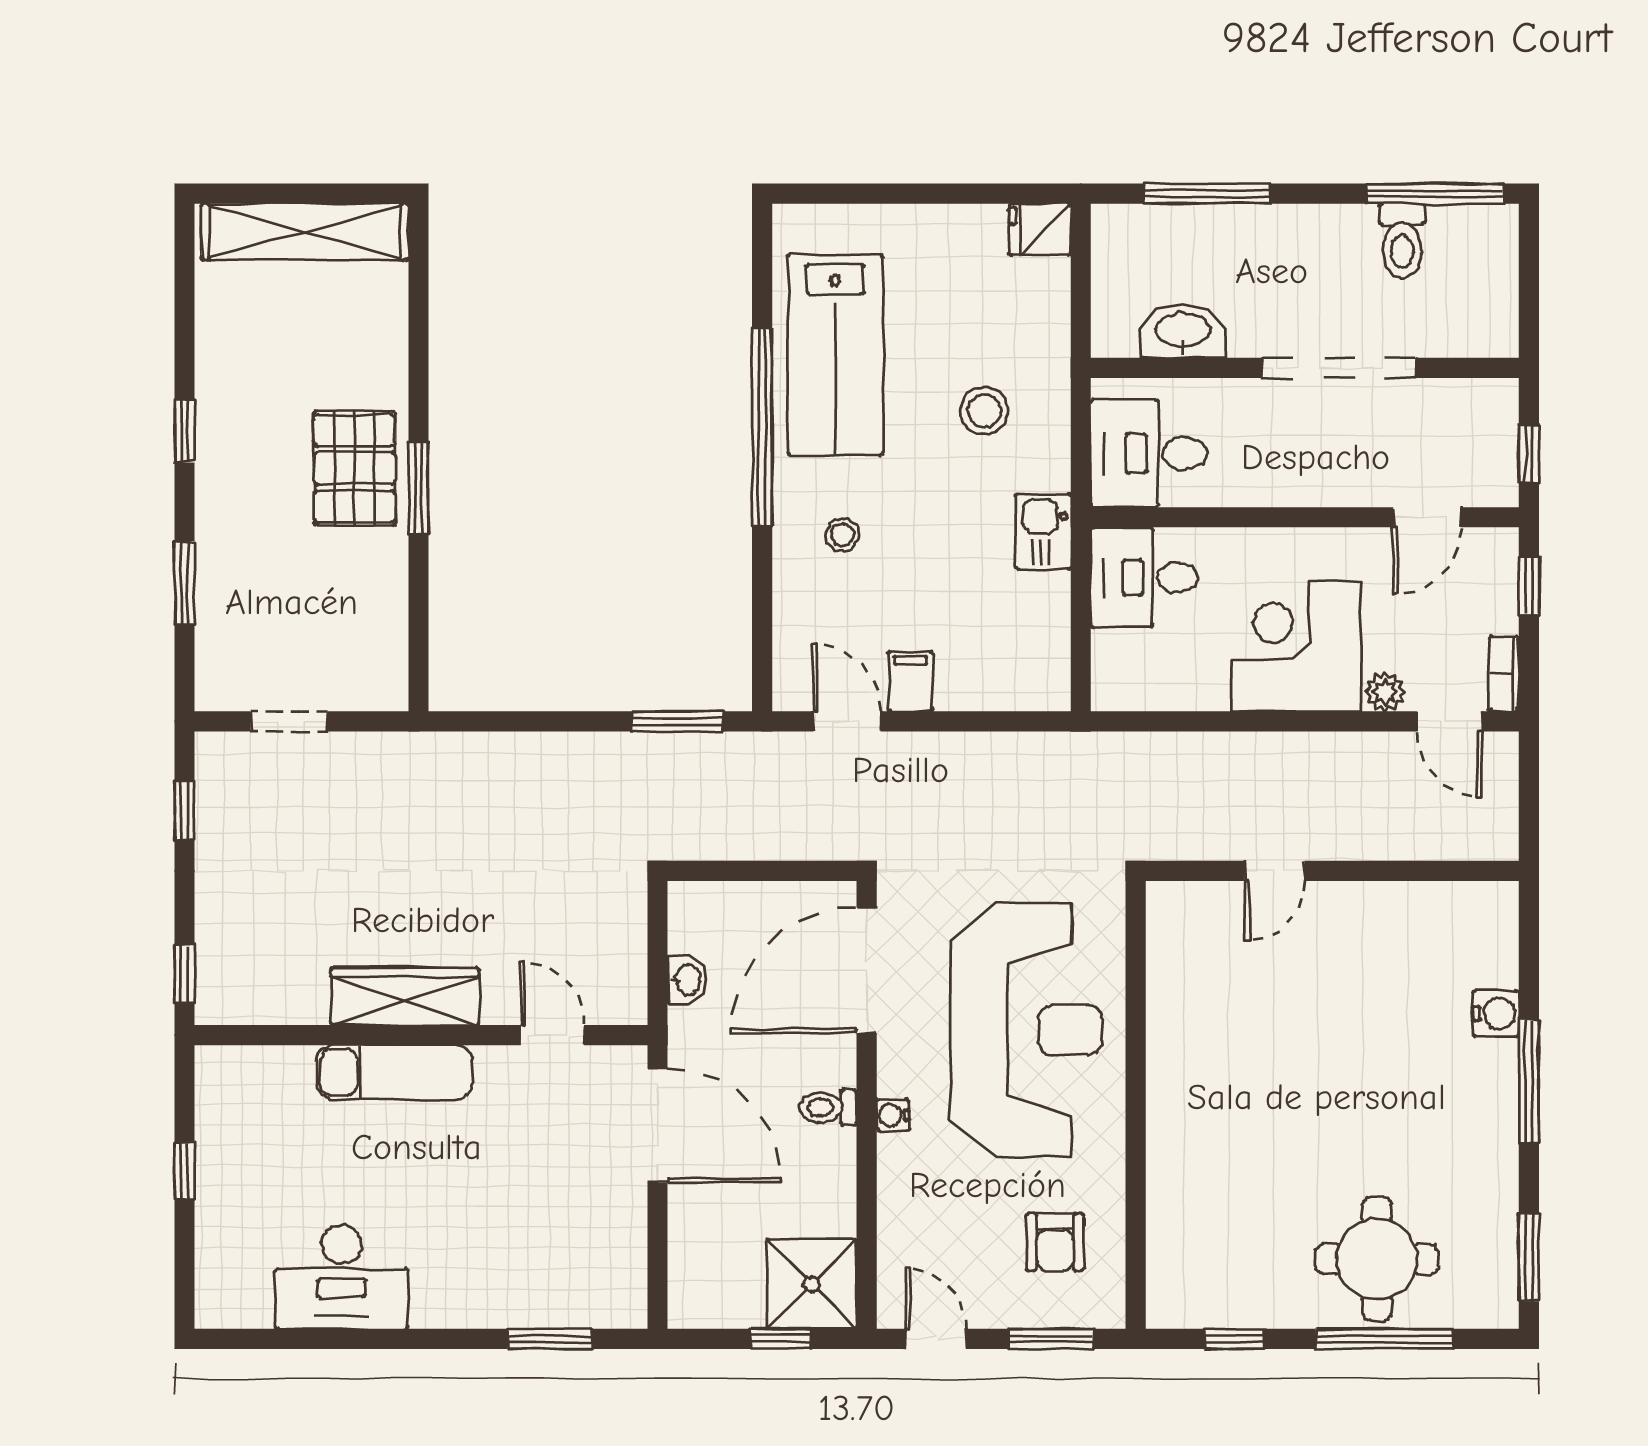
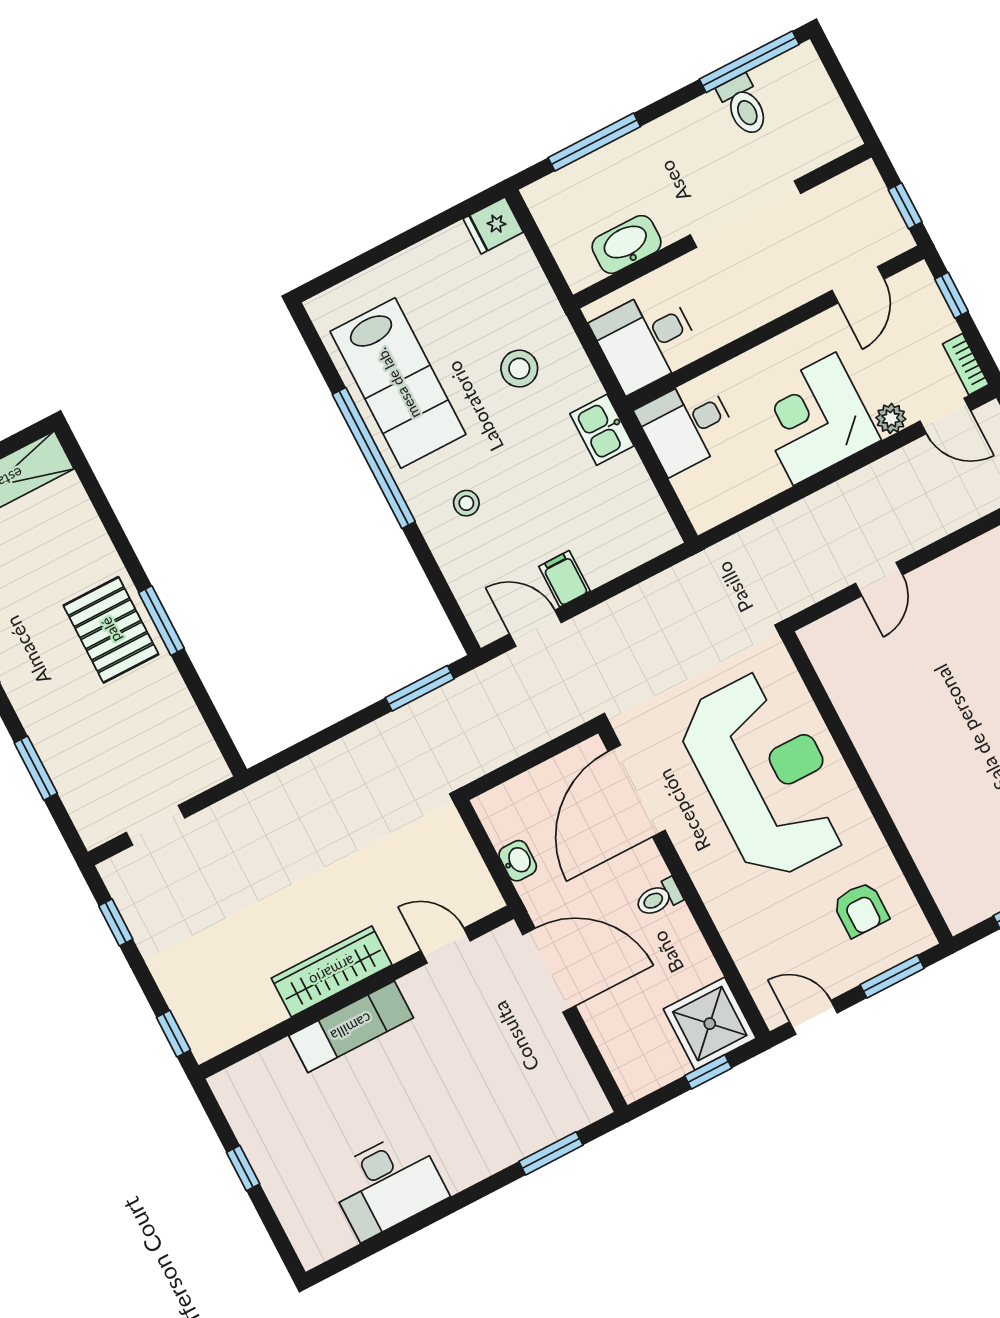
water cooler: (893, 1115) -> (705, 880), removed

